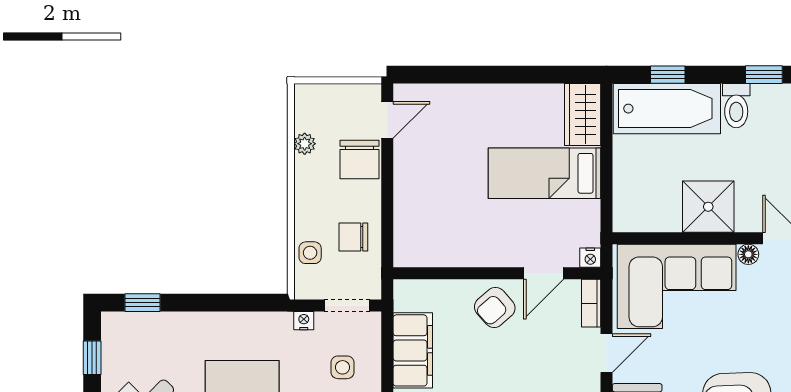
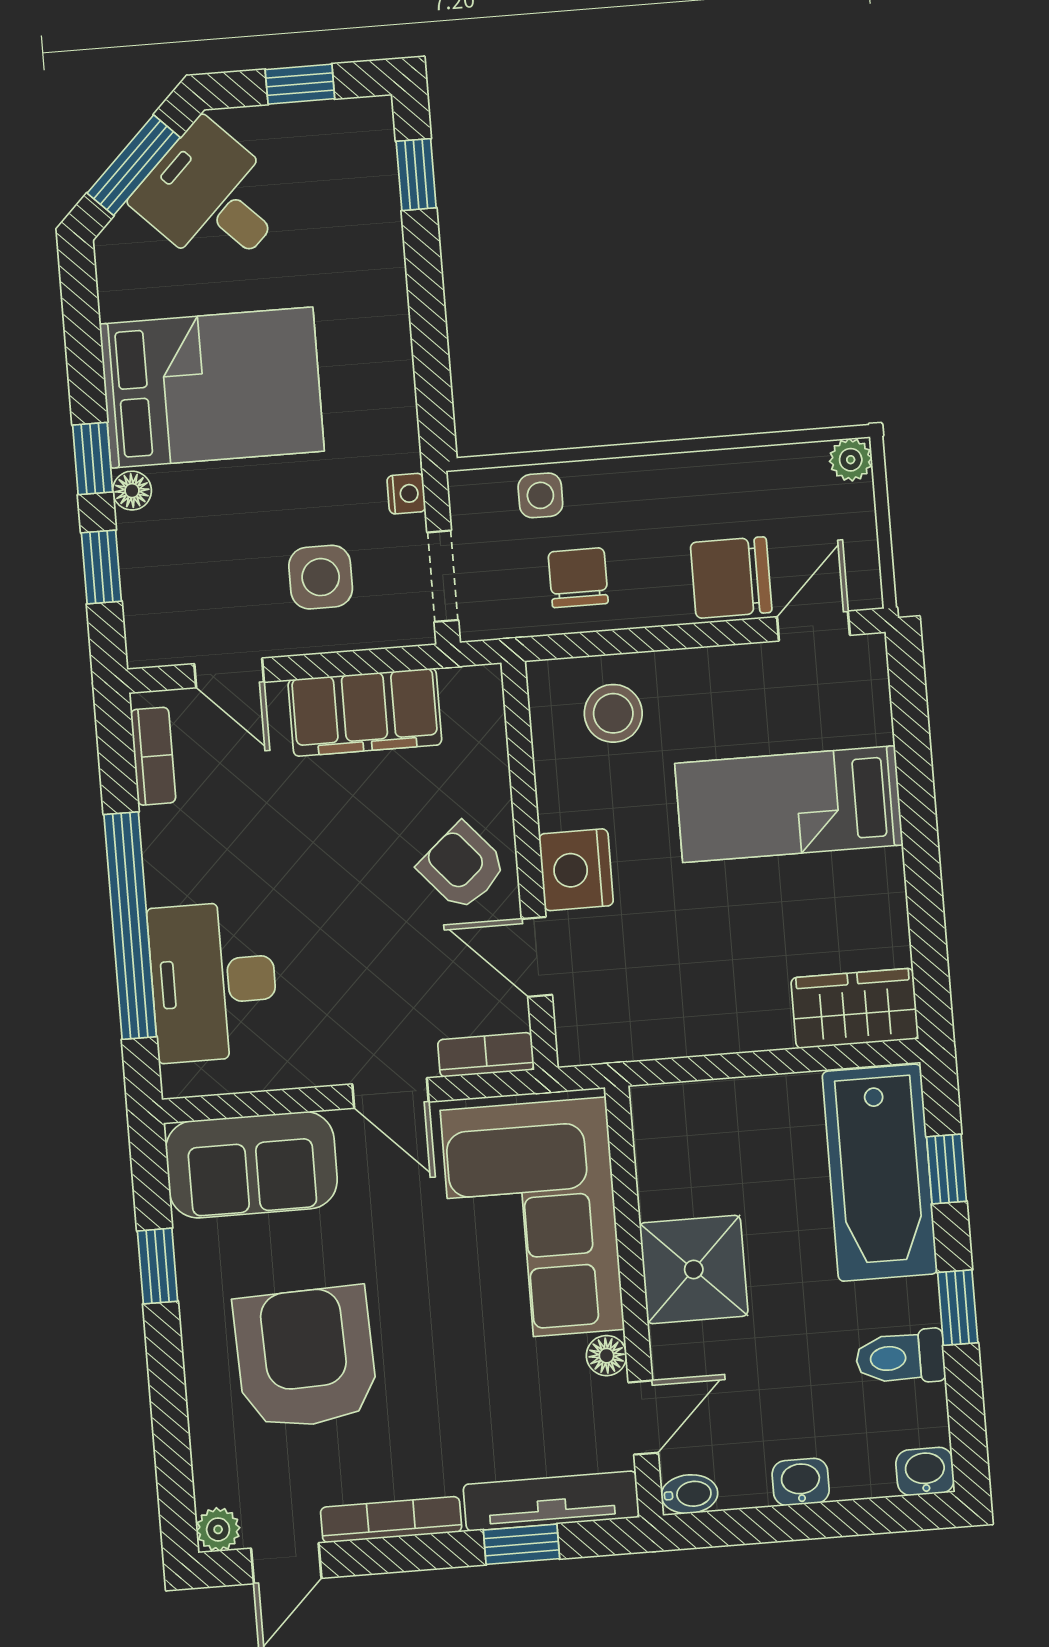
window: (764, 75) -> (958, 1308), moved
toilet: (736, 106) -> (900, 1357), moved
door: (387, 120) -> (813, 626), swing flipped
plant: (305, 144) -> (851, 460), moved
bed: (544, 173) -> (789, 804), moved, turned -90
stool: (423, 225) -> (613, 713), added
nightstand: (590, 258) -> (576, 870), moved, width x1.89, depth x1.79
side table: (342, 367) -> (321, 577), width x1.37, depth x1.37

